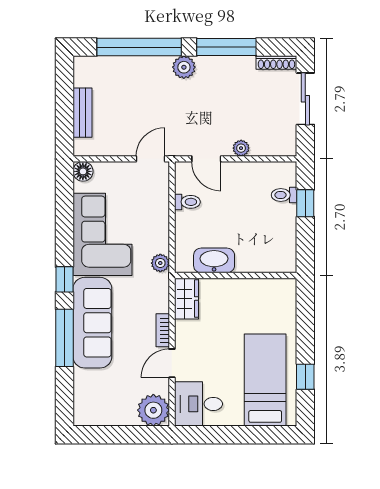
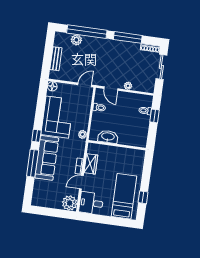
plant: (184, 67) -> (76, 40), moved
wardrobe: (186, 299) -> (91, 164), moved

